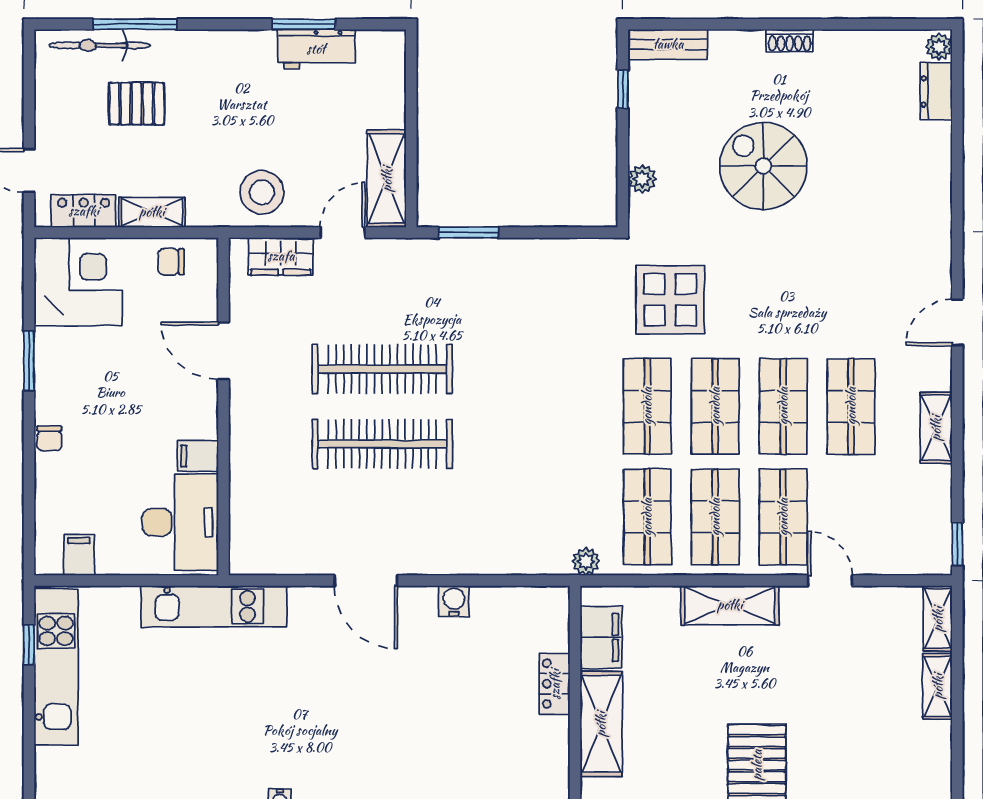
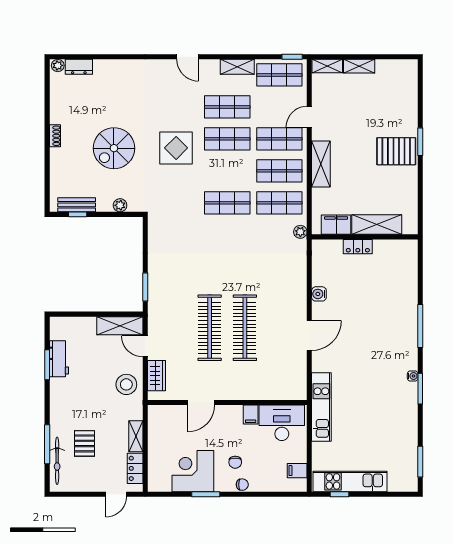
bench: (668, 44) -> (77, 205), moved, turned 90
chair: (171, 262) -> (235, 462), moved
corner desk: (78, 282) -> (193, 471), moved
display table: (670, 300) -> (176, 148), moved
shop shelf: (715, 406) -> (279, 75), moved

